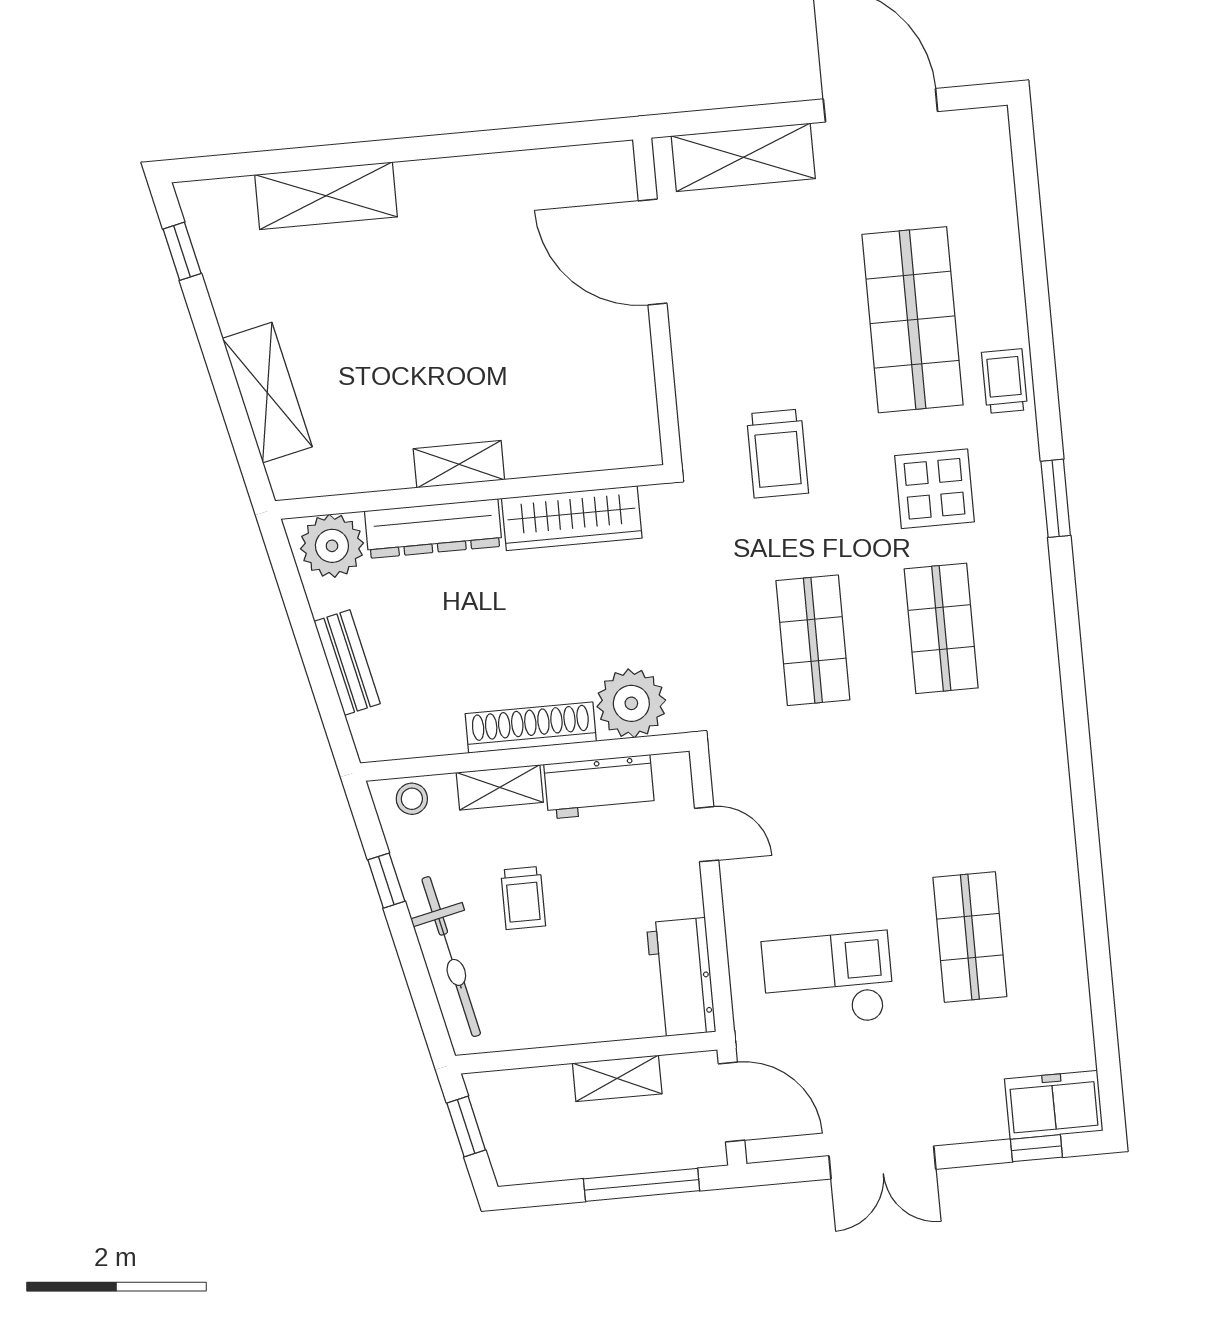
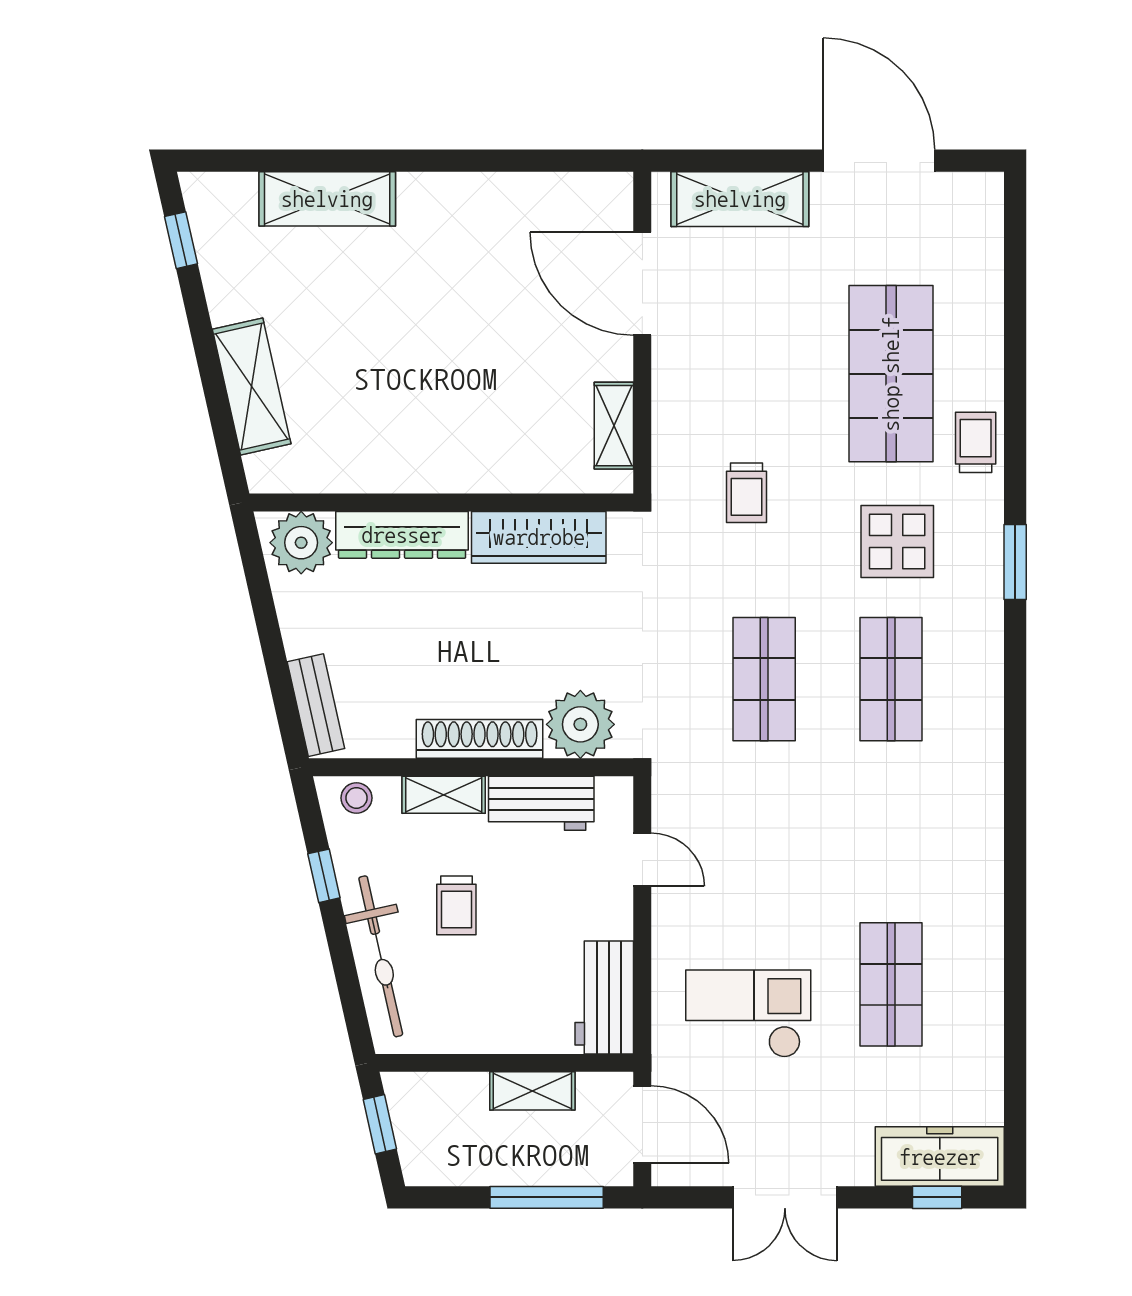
trolley: (778, 454) -> (746, 493), width x0.73, depth x0.72
shelving: (459, 464) -> (614, 426), moved, turned 90
bench: (347, 662) -> (316, 705), moved
freezer: (1054, 1105) -> (940, 1157), width x1.40

